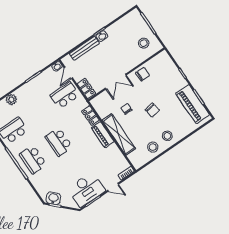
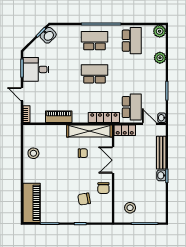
piano: (193, 104) -> (32, 203), moved, turned 90
chair: (152, 110) -> (84, 199), moved
locker: (90, 116) -> (104, 118), width x1.53
shelving: (119, 134) -> (89, 131), moved
piano: (103, 135) -> (59, 117), moved
stool: (167, 136) -> (35, 173), removed
door: (113, 187) -> (22, 94), hinge flipped
desk: (86, 190) -> (36, 69), width x0.73

